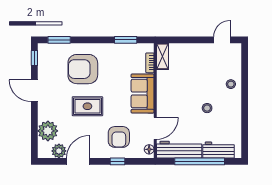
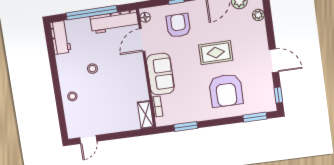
armchair: (83, 69) -> (226, 90), turned 90
plant: (48, 131) -> (258, 15), width x0.53, depth x0.53
workbench: (218, 150) -> (61, 37), moved, turned -90

